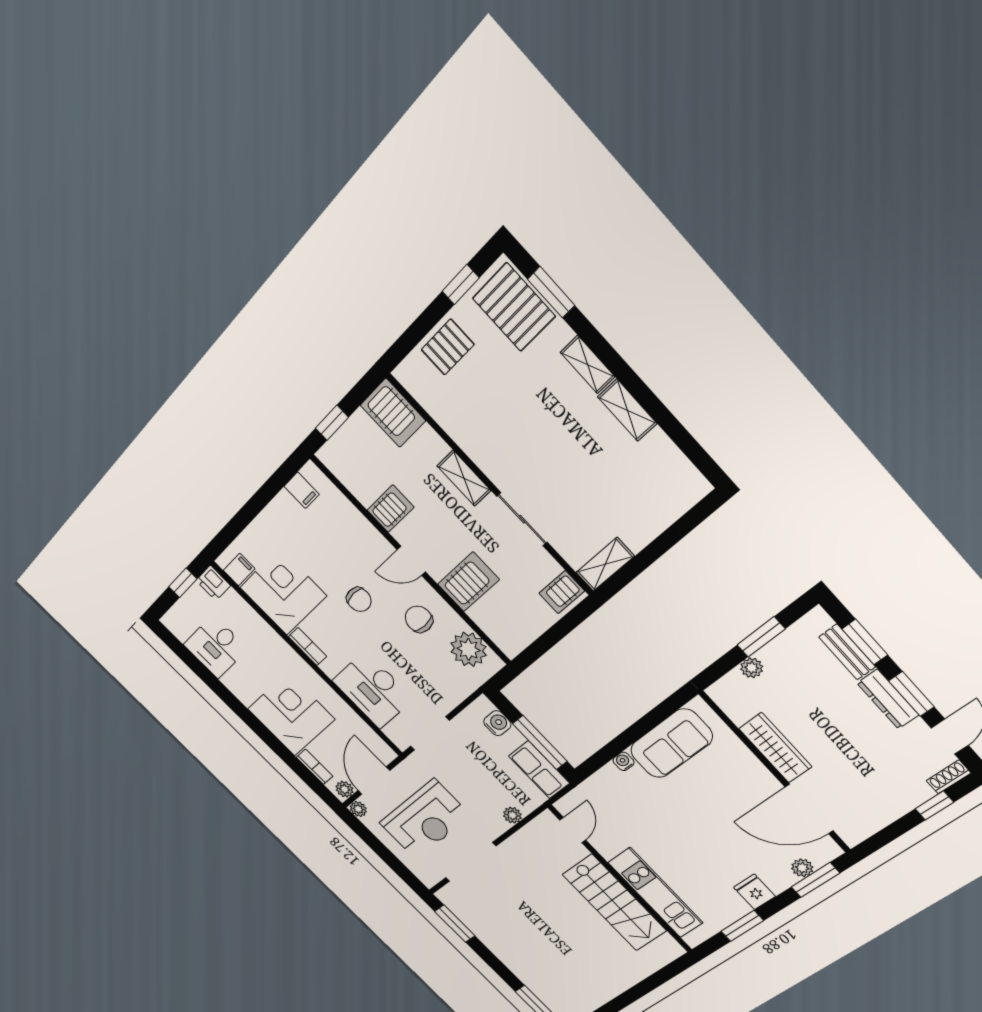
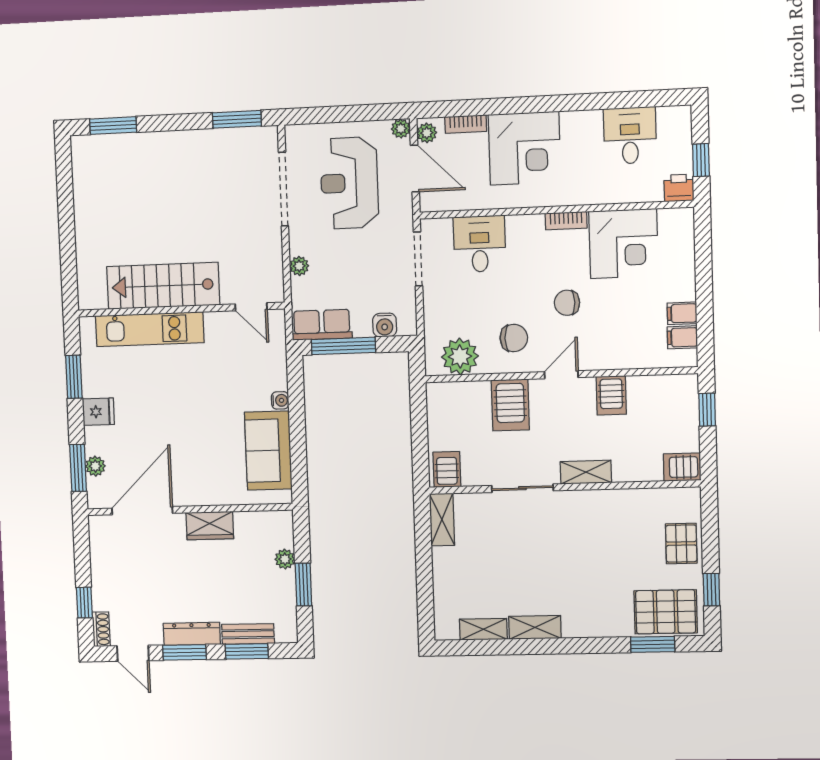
shelving: (588, 365) -> (483, 629), moved
server rack: (393, 413) -> (682, 467), width x0.73, depth x0.70
filing cabinet: (239, 570) -> (682, 313), moved, turned 90
desk: (373, 690) -> (480, 244), width x0.73
wardrobe: (775, 748) -> (210, 526), width x0.67

